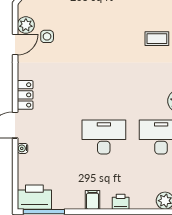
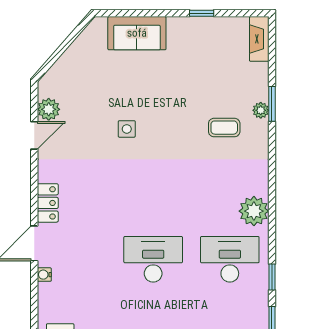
side table: (47, 36) -> (127, 129), moved

